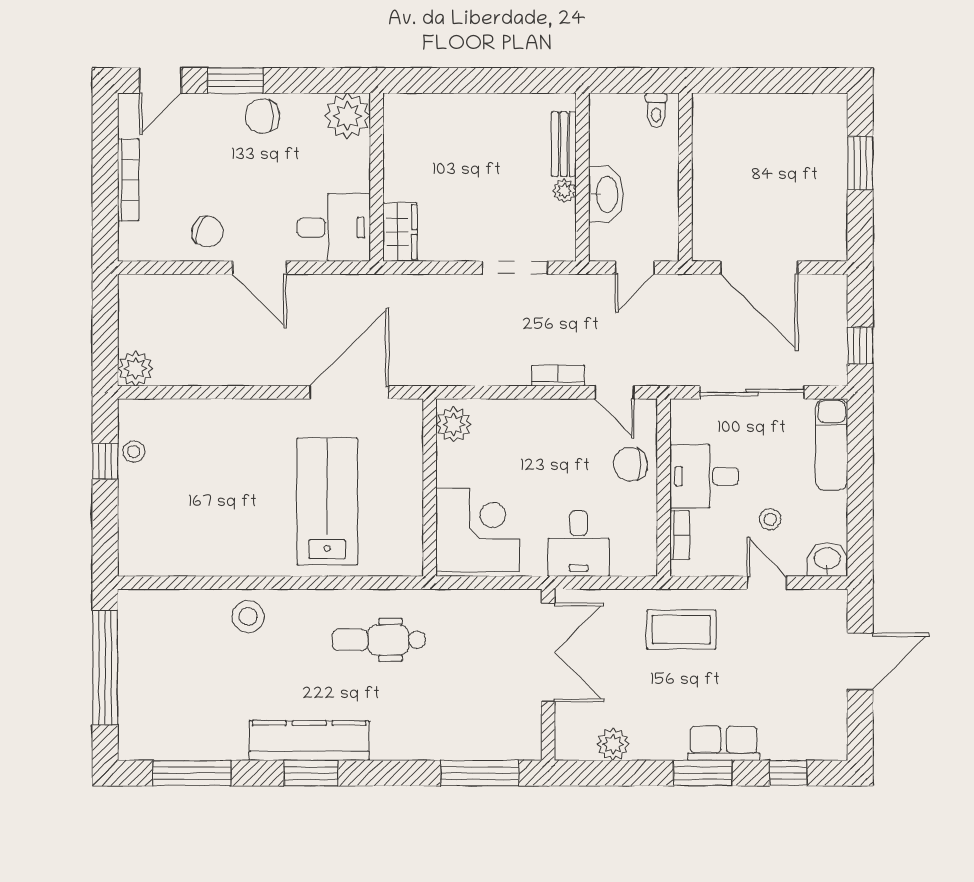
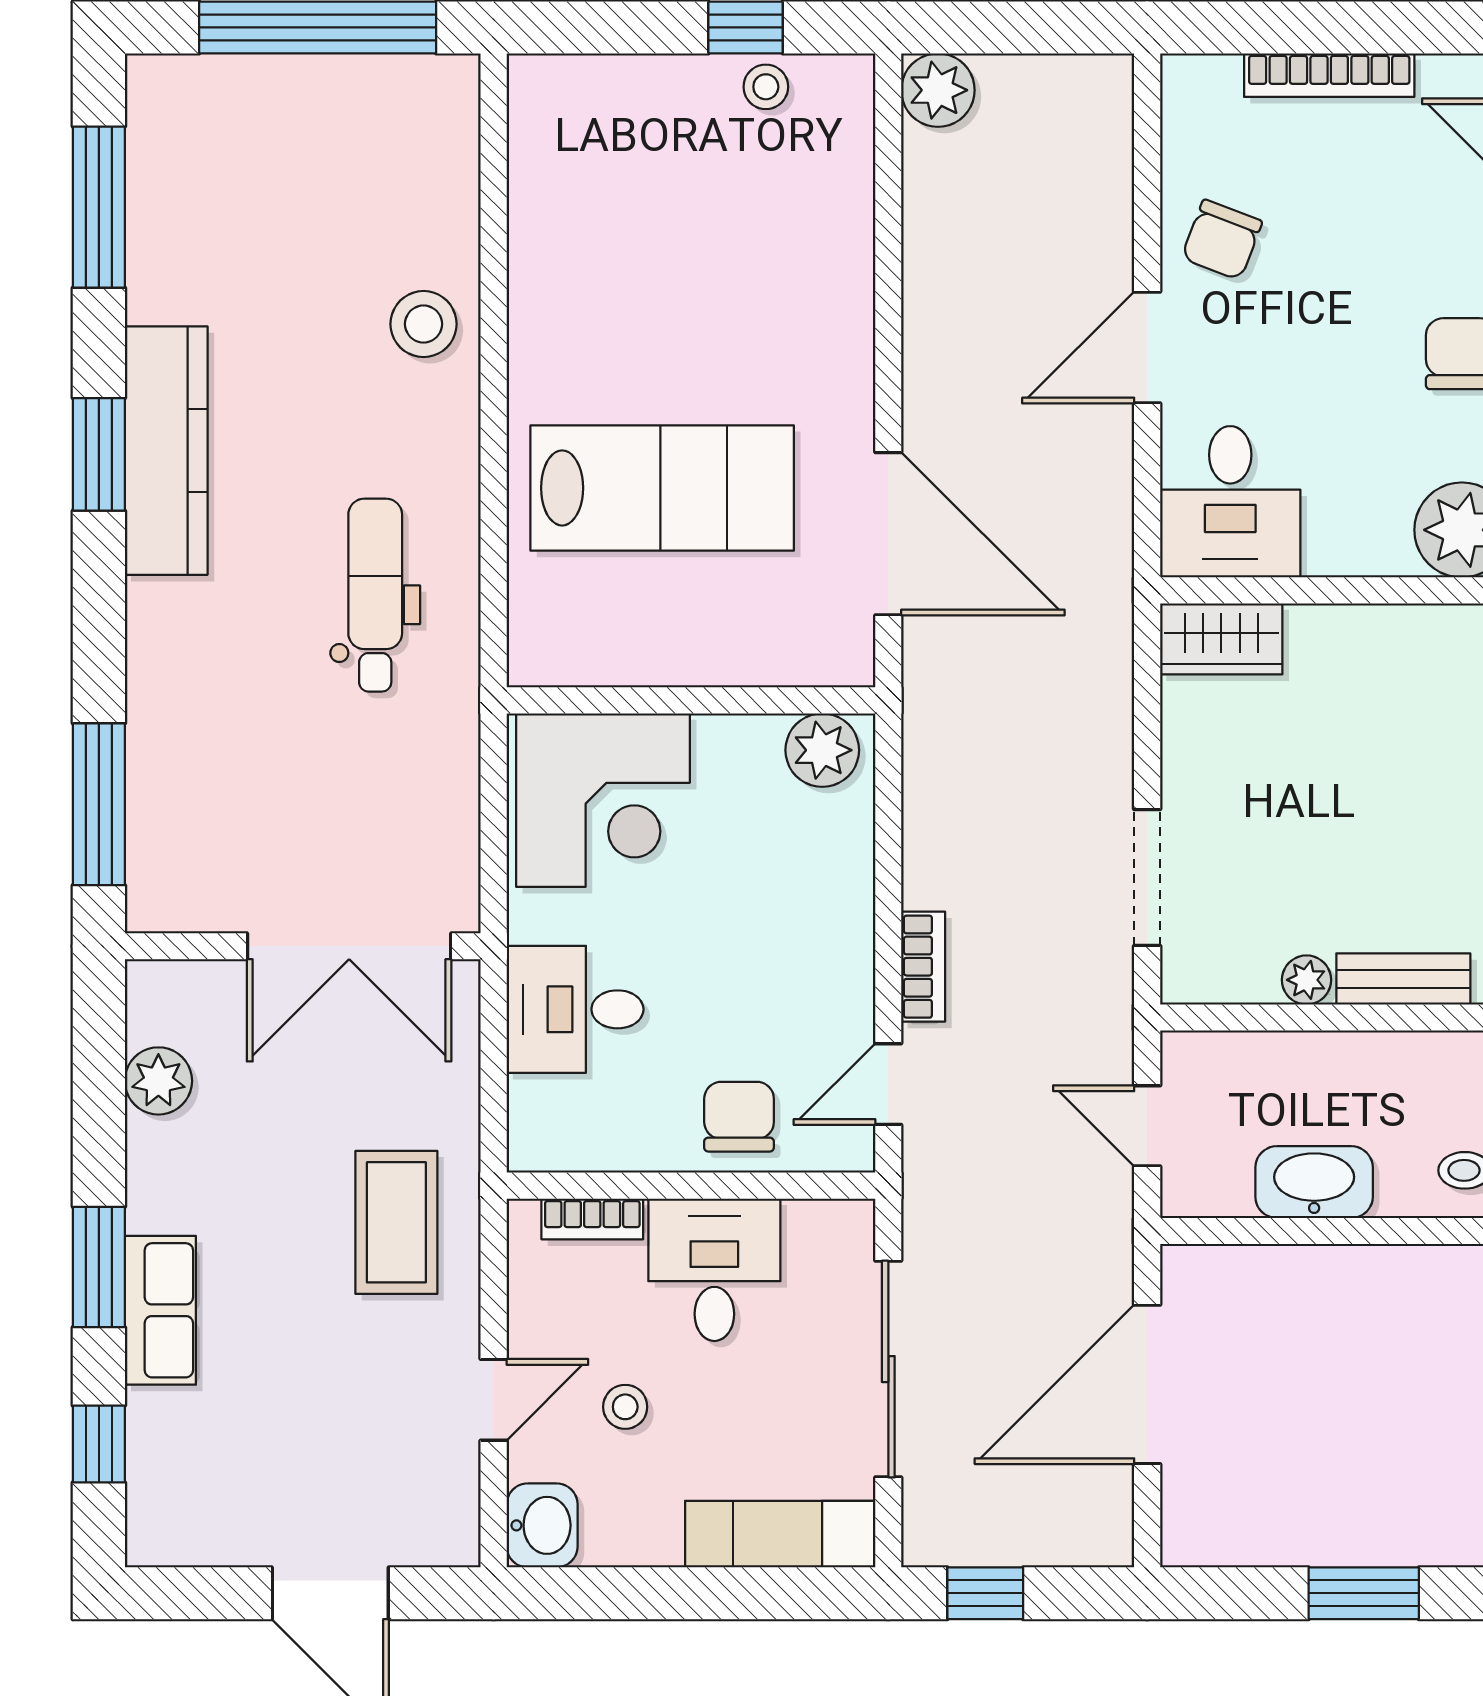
washbasin: (606, 194) -> (1314, 1182), moved, turned 180

